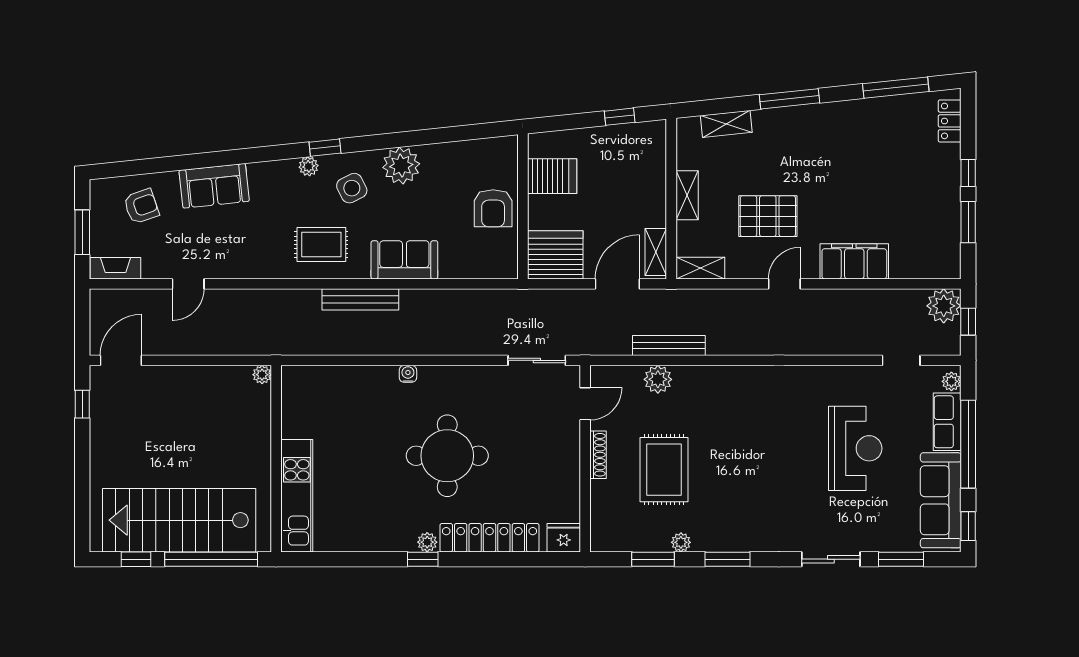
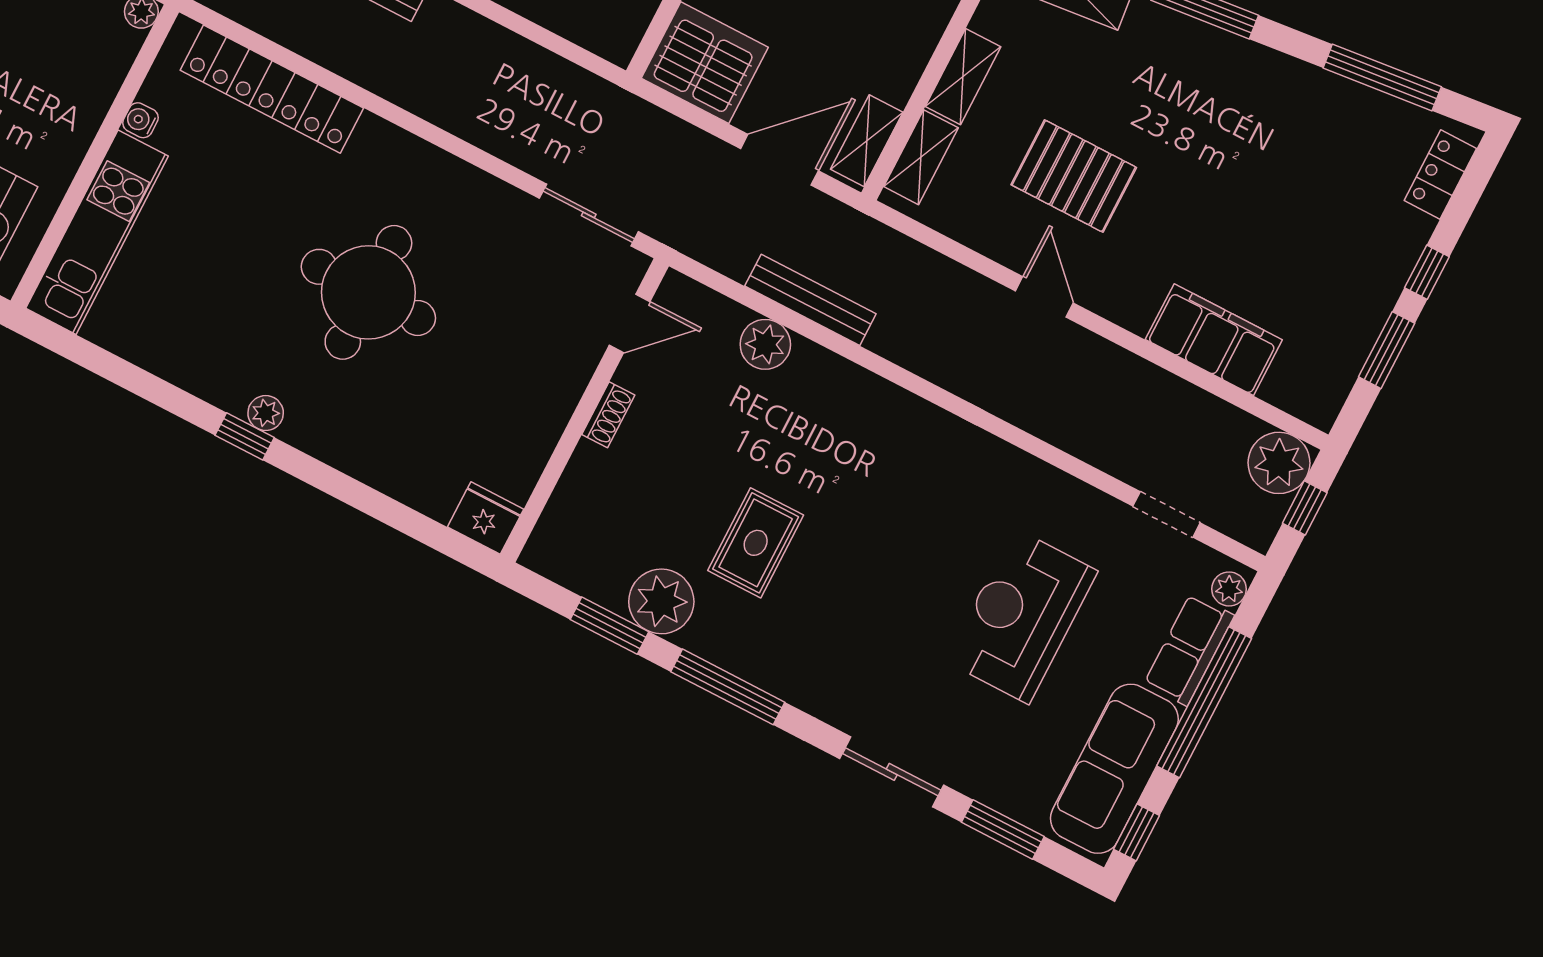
filing cabinet: (854, 261) -> (1214, 340), moved
shelving: (700, 268) -> (921, 157), moved, turned 90
door: (784, 284) -> (1044, 297), hinge flipped
water cooler: (408, 374) -> (140, 120), moved, turned -90
reception desk: (855, 448) -> (1021, 616), turned 180
shoe rack: (598, 455) -> (608, 415), width x0.70
rug: (664, 470) -> (756, 543), moved, width x0.73, depth x0.70
locker: (489, 538) -> (272, 89), moved, turned 180
plant: (681, 542) -> (661, 601), width x1.88, depth x1.88
window: (728, 559) -> (728, 687), width x1.44

